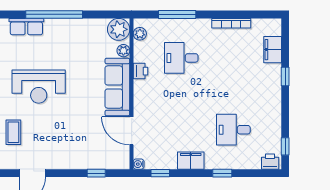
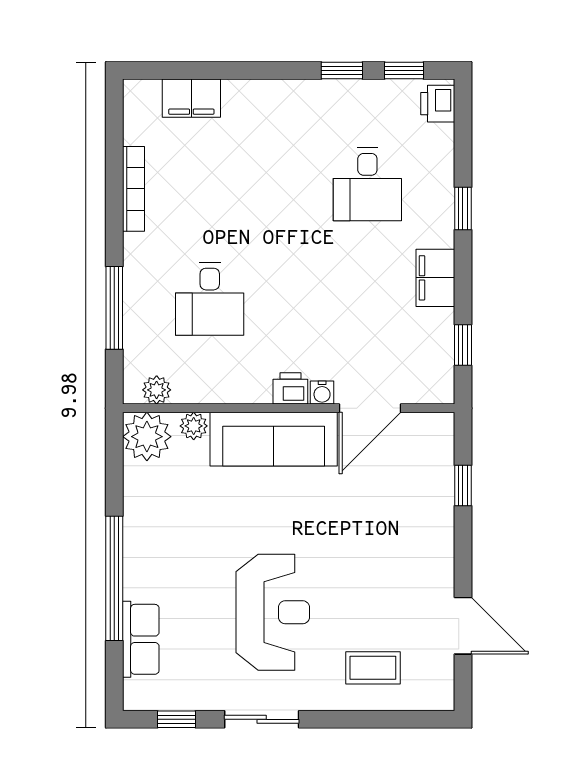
printer: (140, 71) -> (290, 388), moved
window: (285, 77) -> (342, 70), moved
water cooler: (139, 164) -> (322, 393), moved

